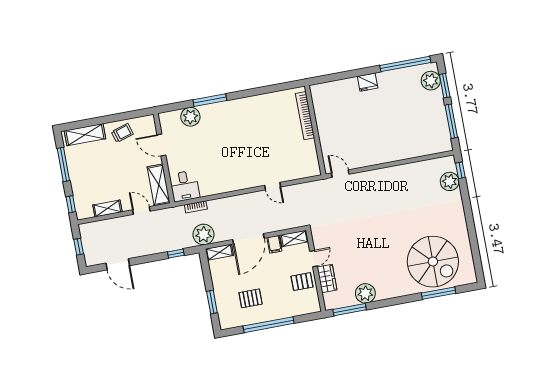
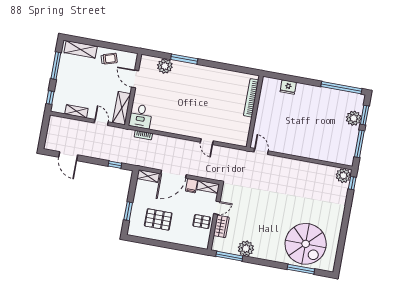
plant: (431, 81) -> (354, 118), moved
fridge: (368, 82) -> (288, 87), moved
plant: (450, 181) -> (343, 176), moved
plant: (203, 234) -> (141, 158), removed
window: (79, 247) -> (44, 132), removed
pallet: (251, 298) -> (158, 219), width x1.50, depth x1.42
window: (269, 325) -> (164, 244), removed

